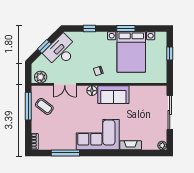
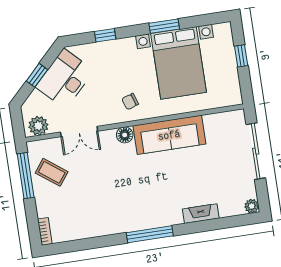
sofa: (113, 95) -> (169, 135), width x1.36
corner sofa: (98, 135) -> (145, 204), removed
window: (65, 153) -> (150, 234), moved

